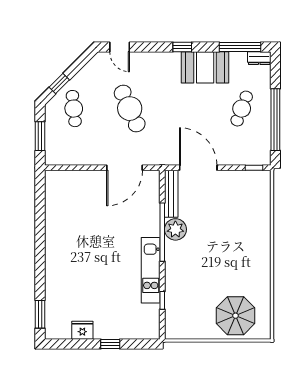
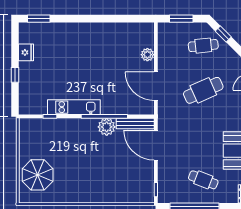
door: (198, 168) -> (156, 145), swing flipped
plant: (85, 178) -> (147, 55), added

